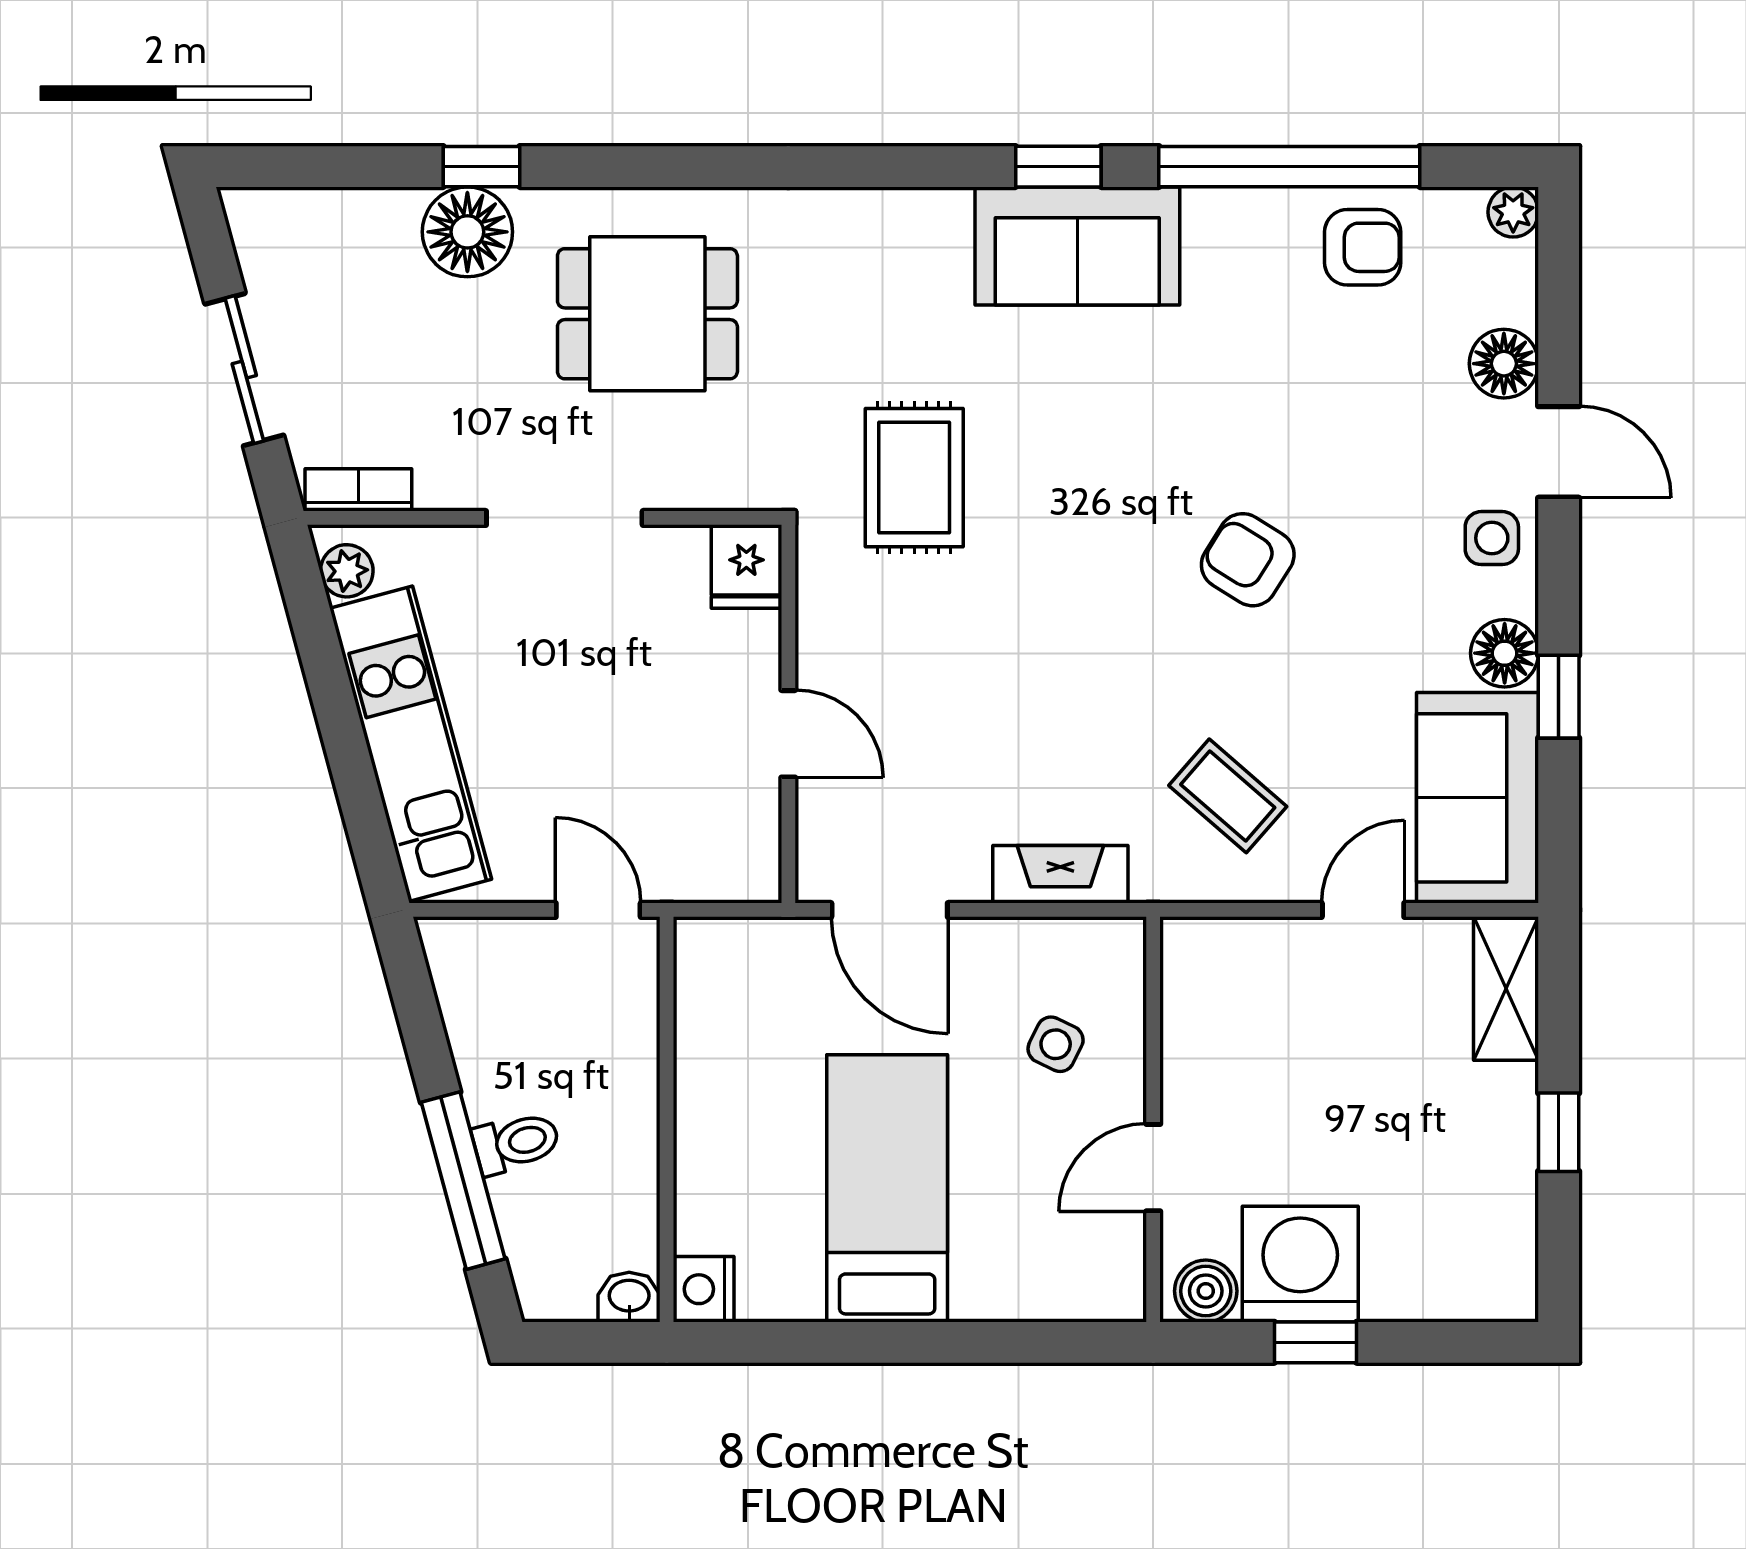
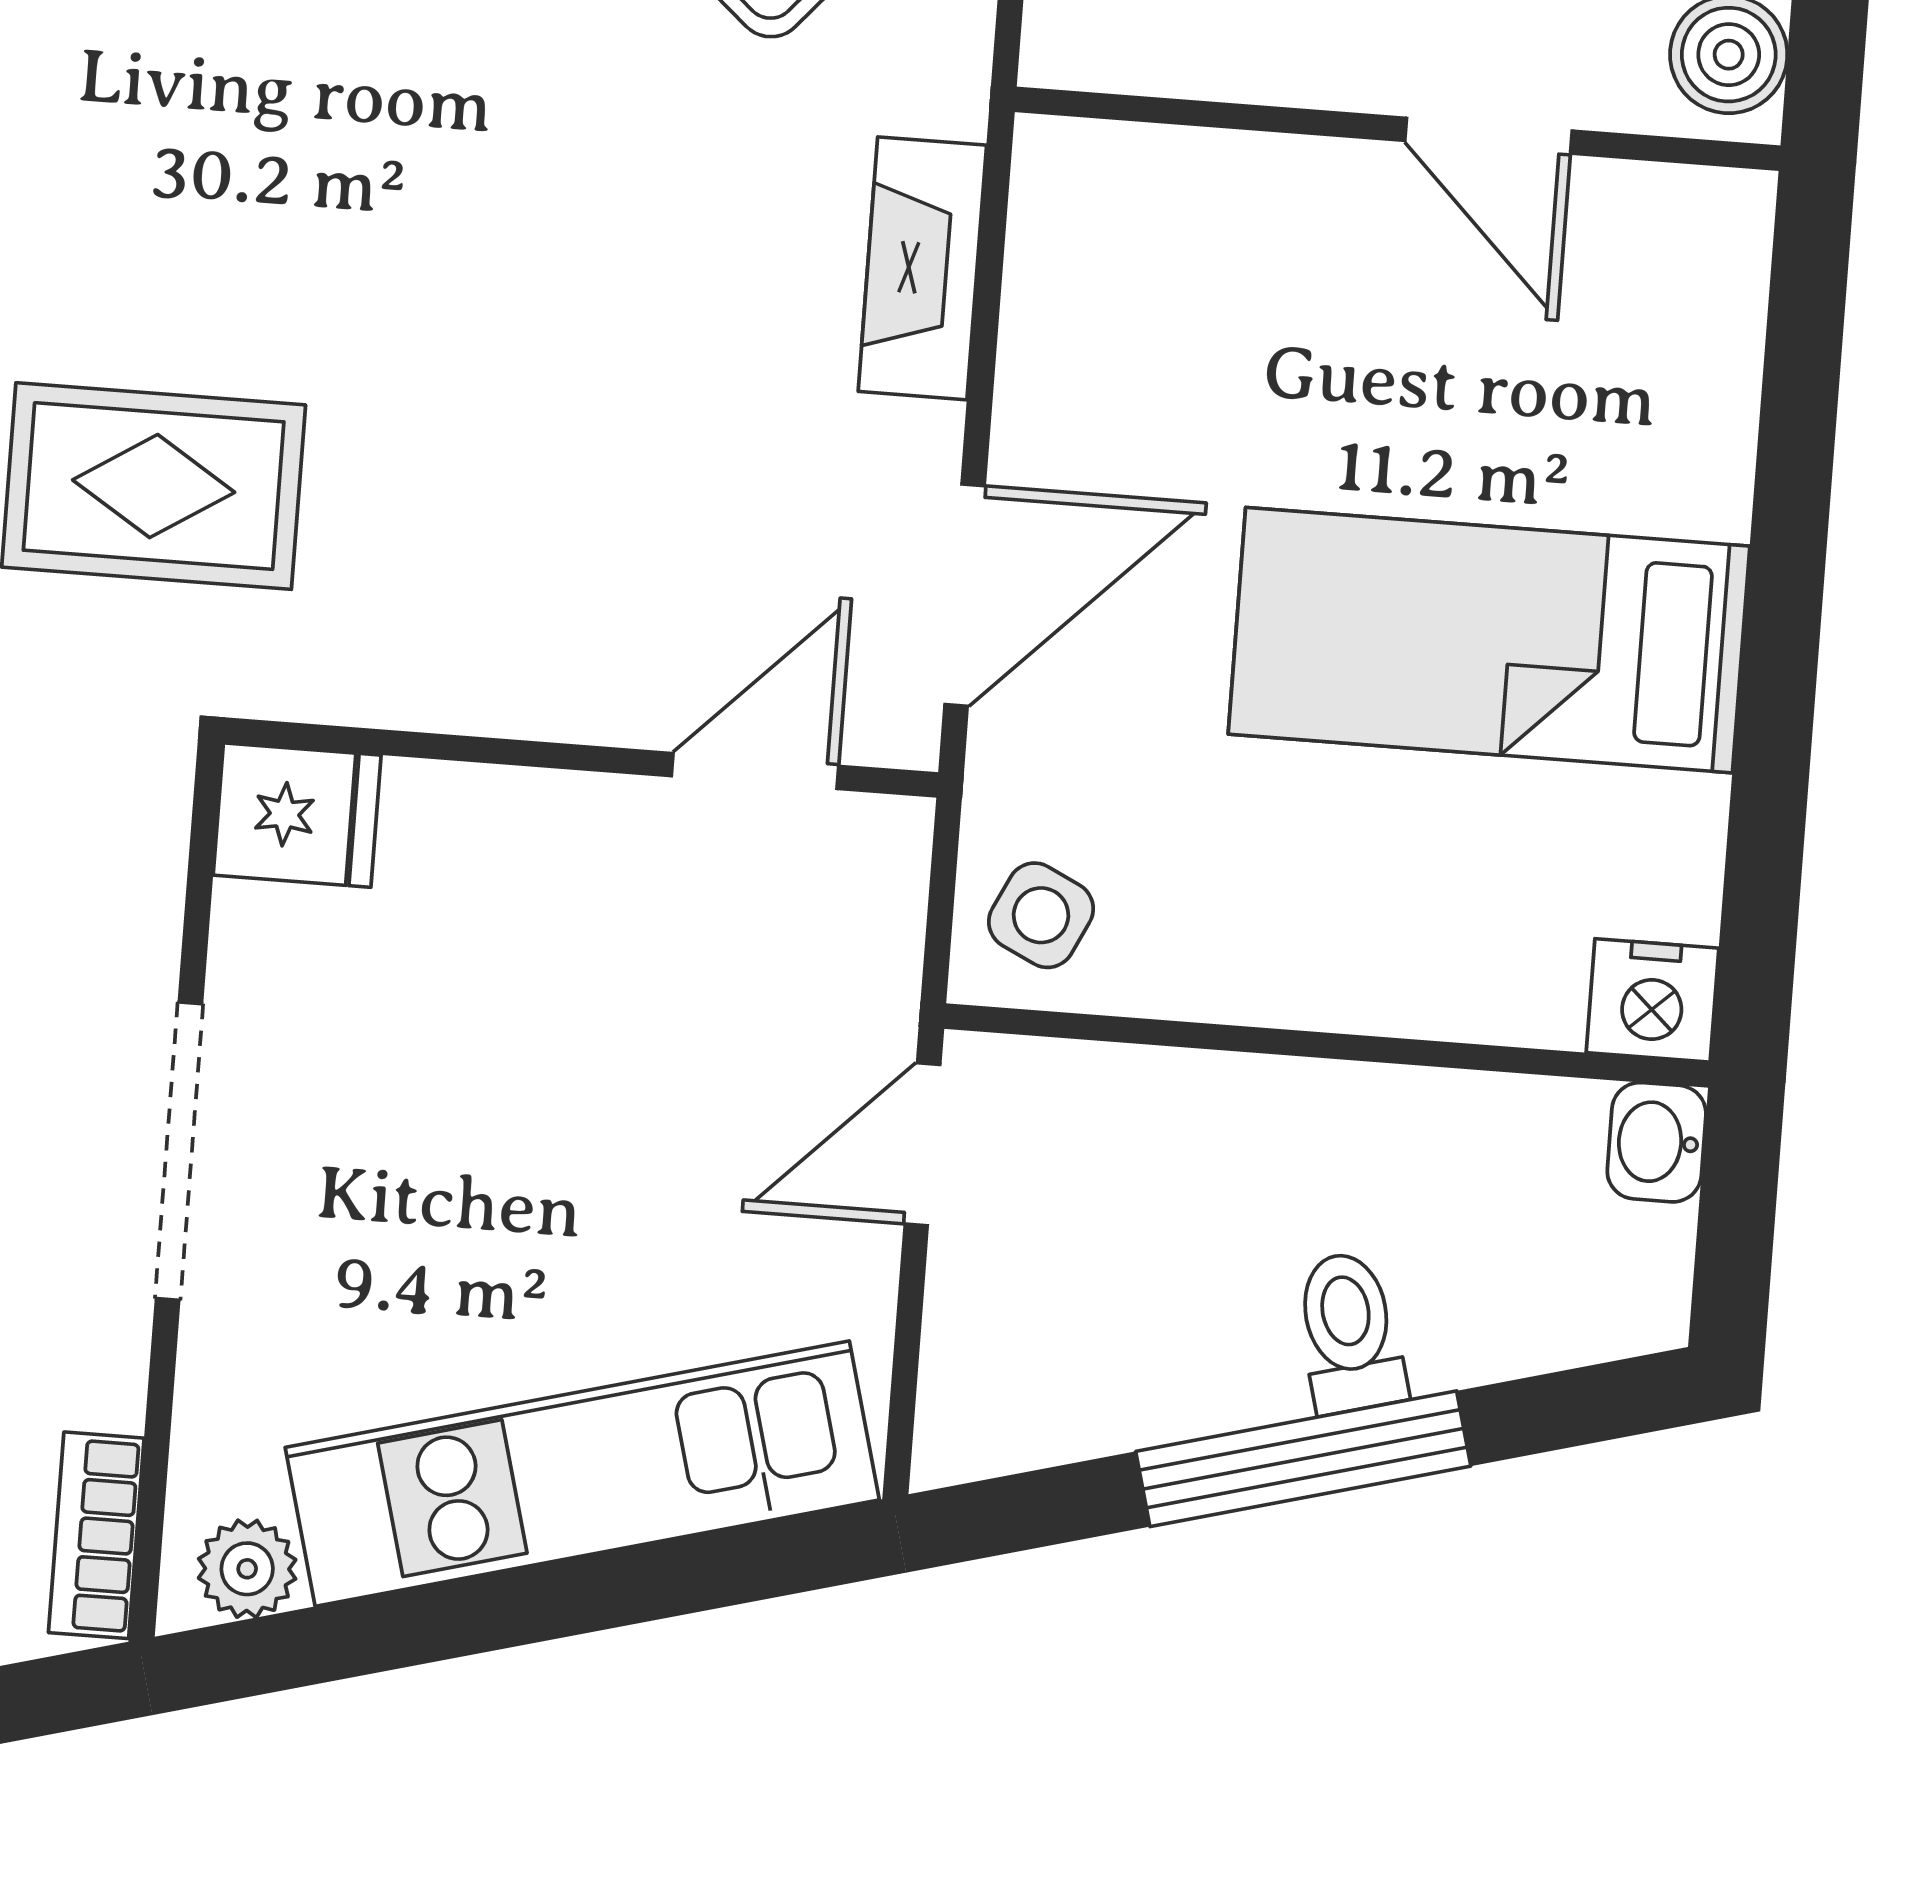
door: (788, 734) -> (755, 771), moved
side table: (1056, 1044) -> (1041, 915), moved
window: (463, 1181) -> (1303, 1459), moved

